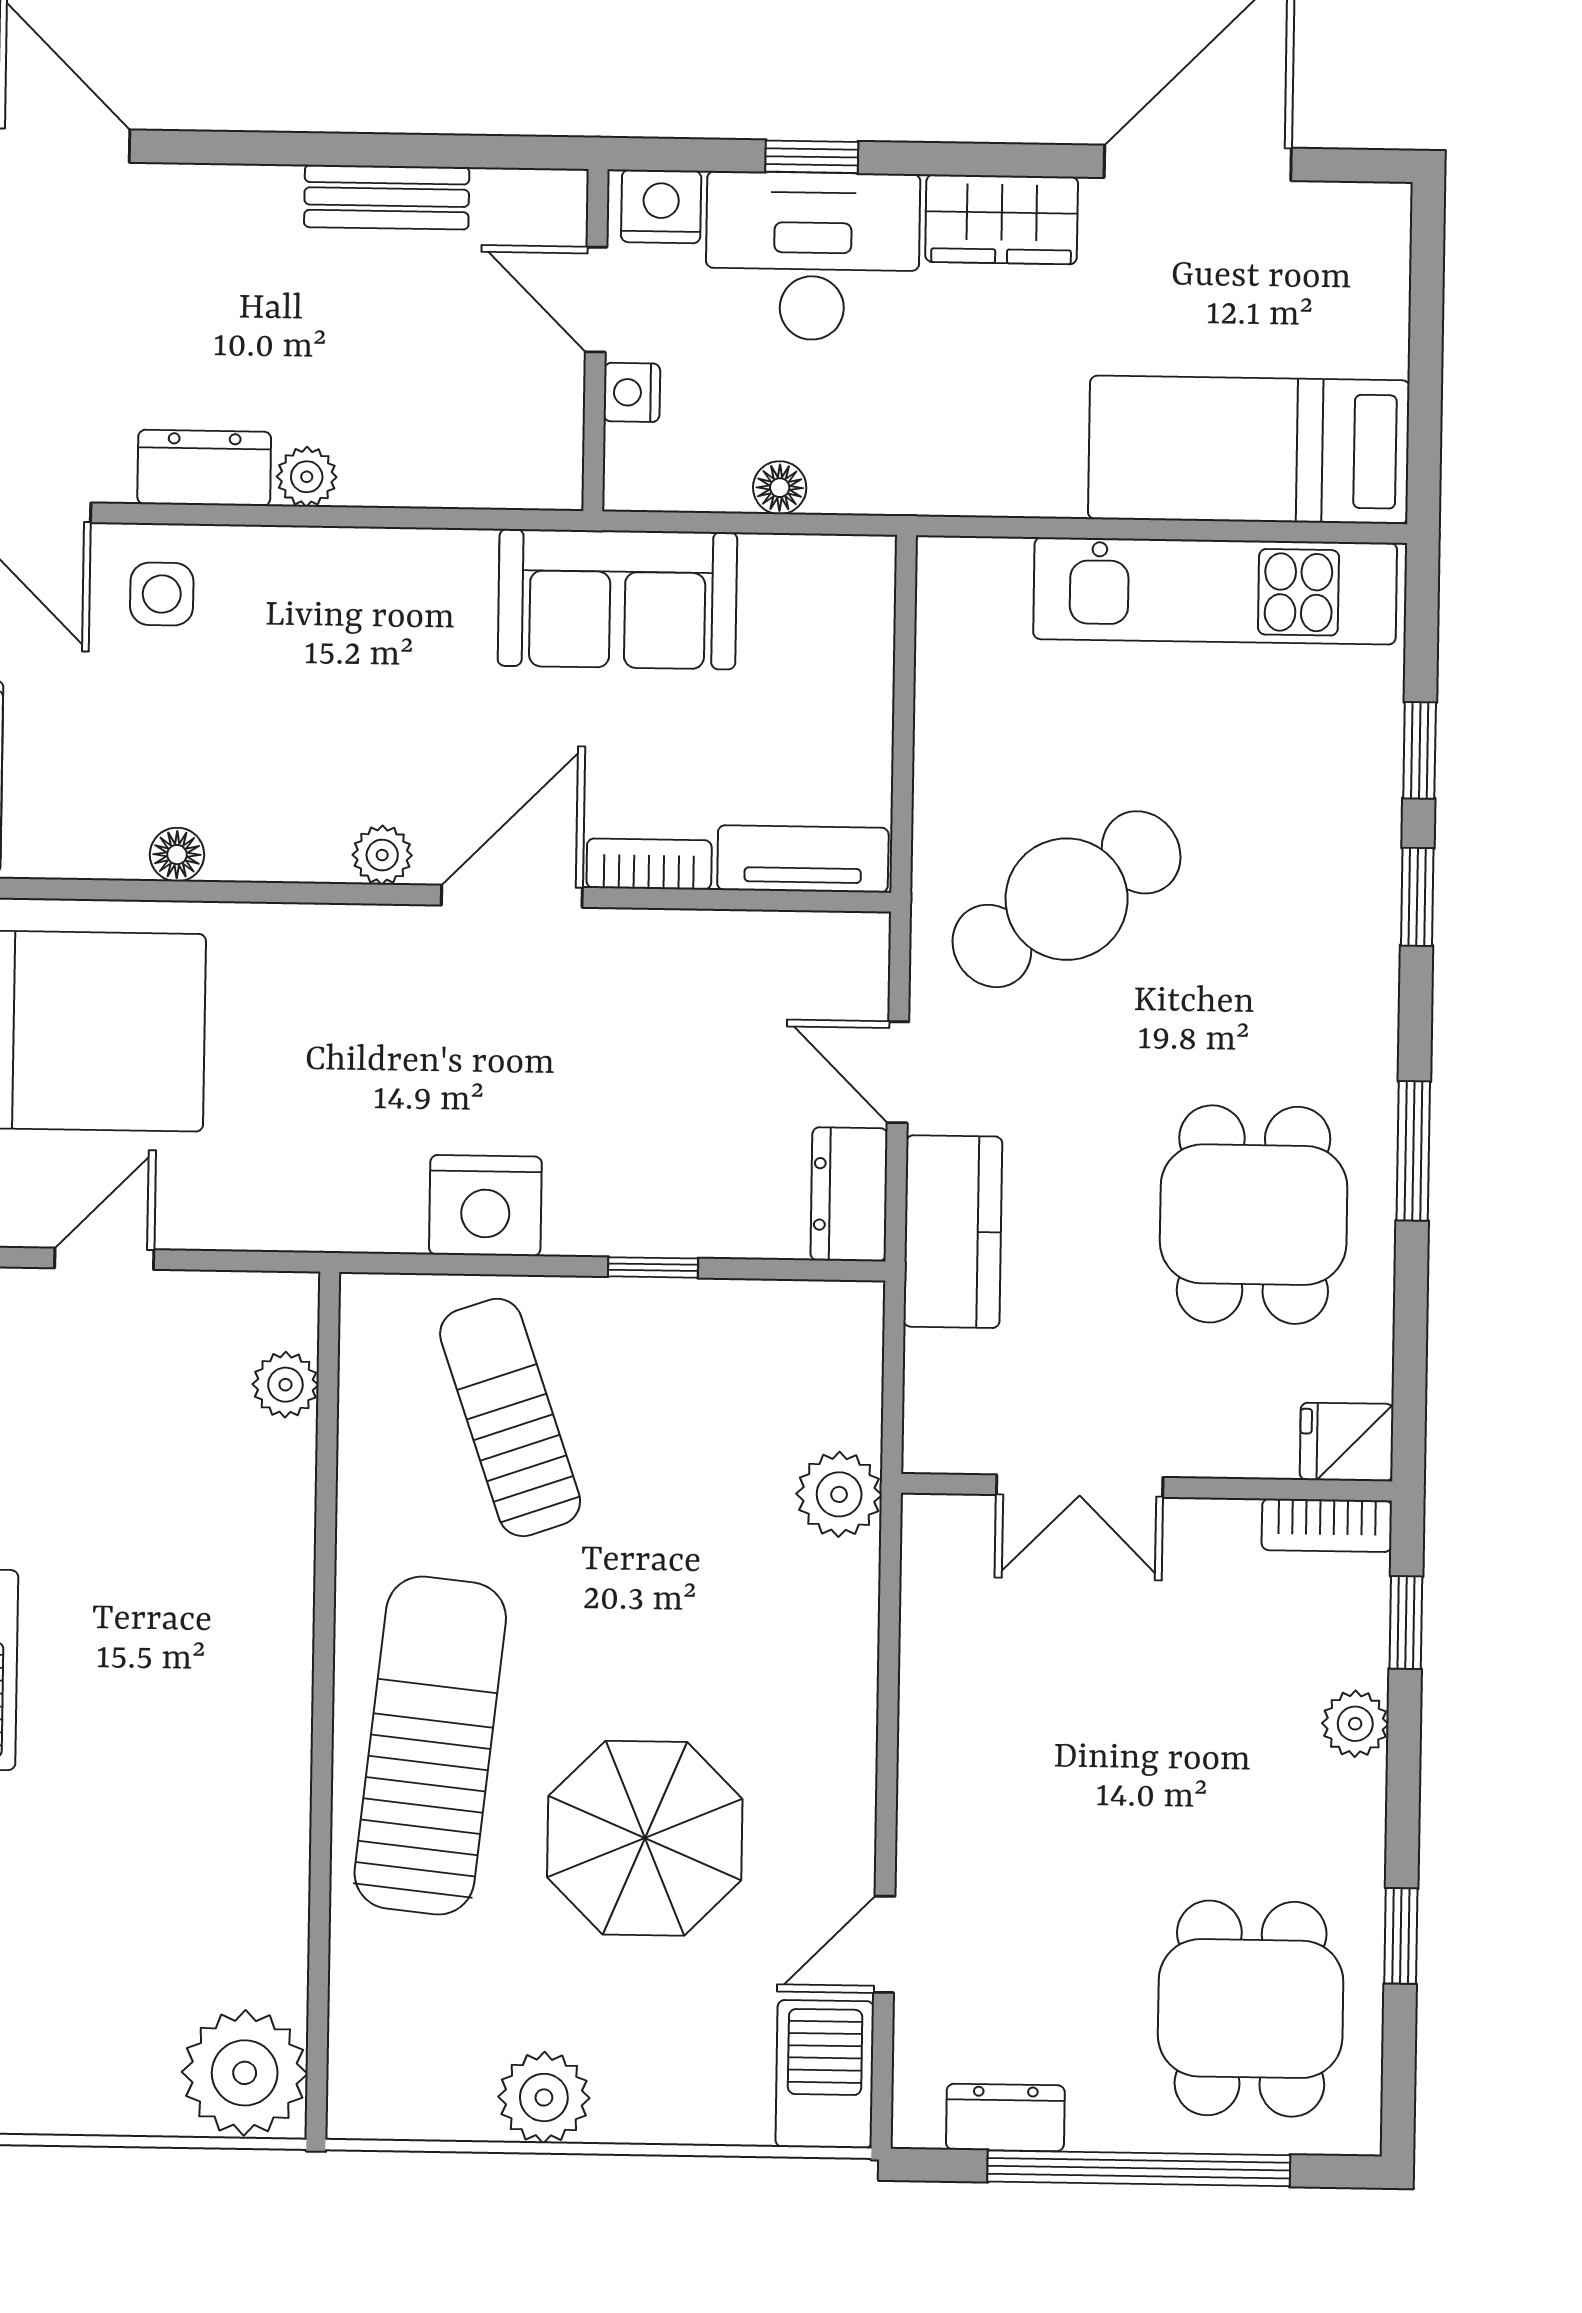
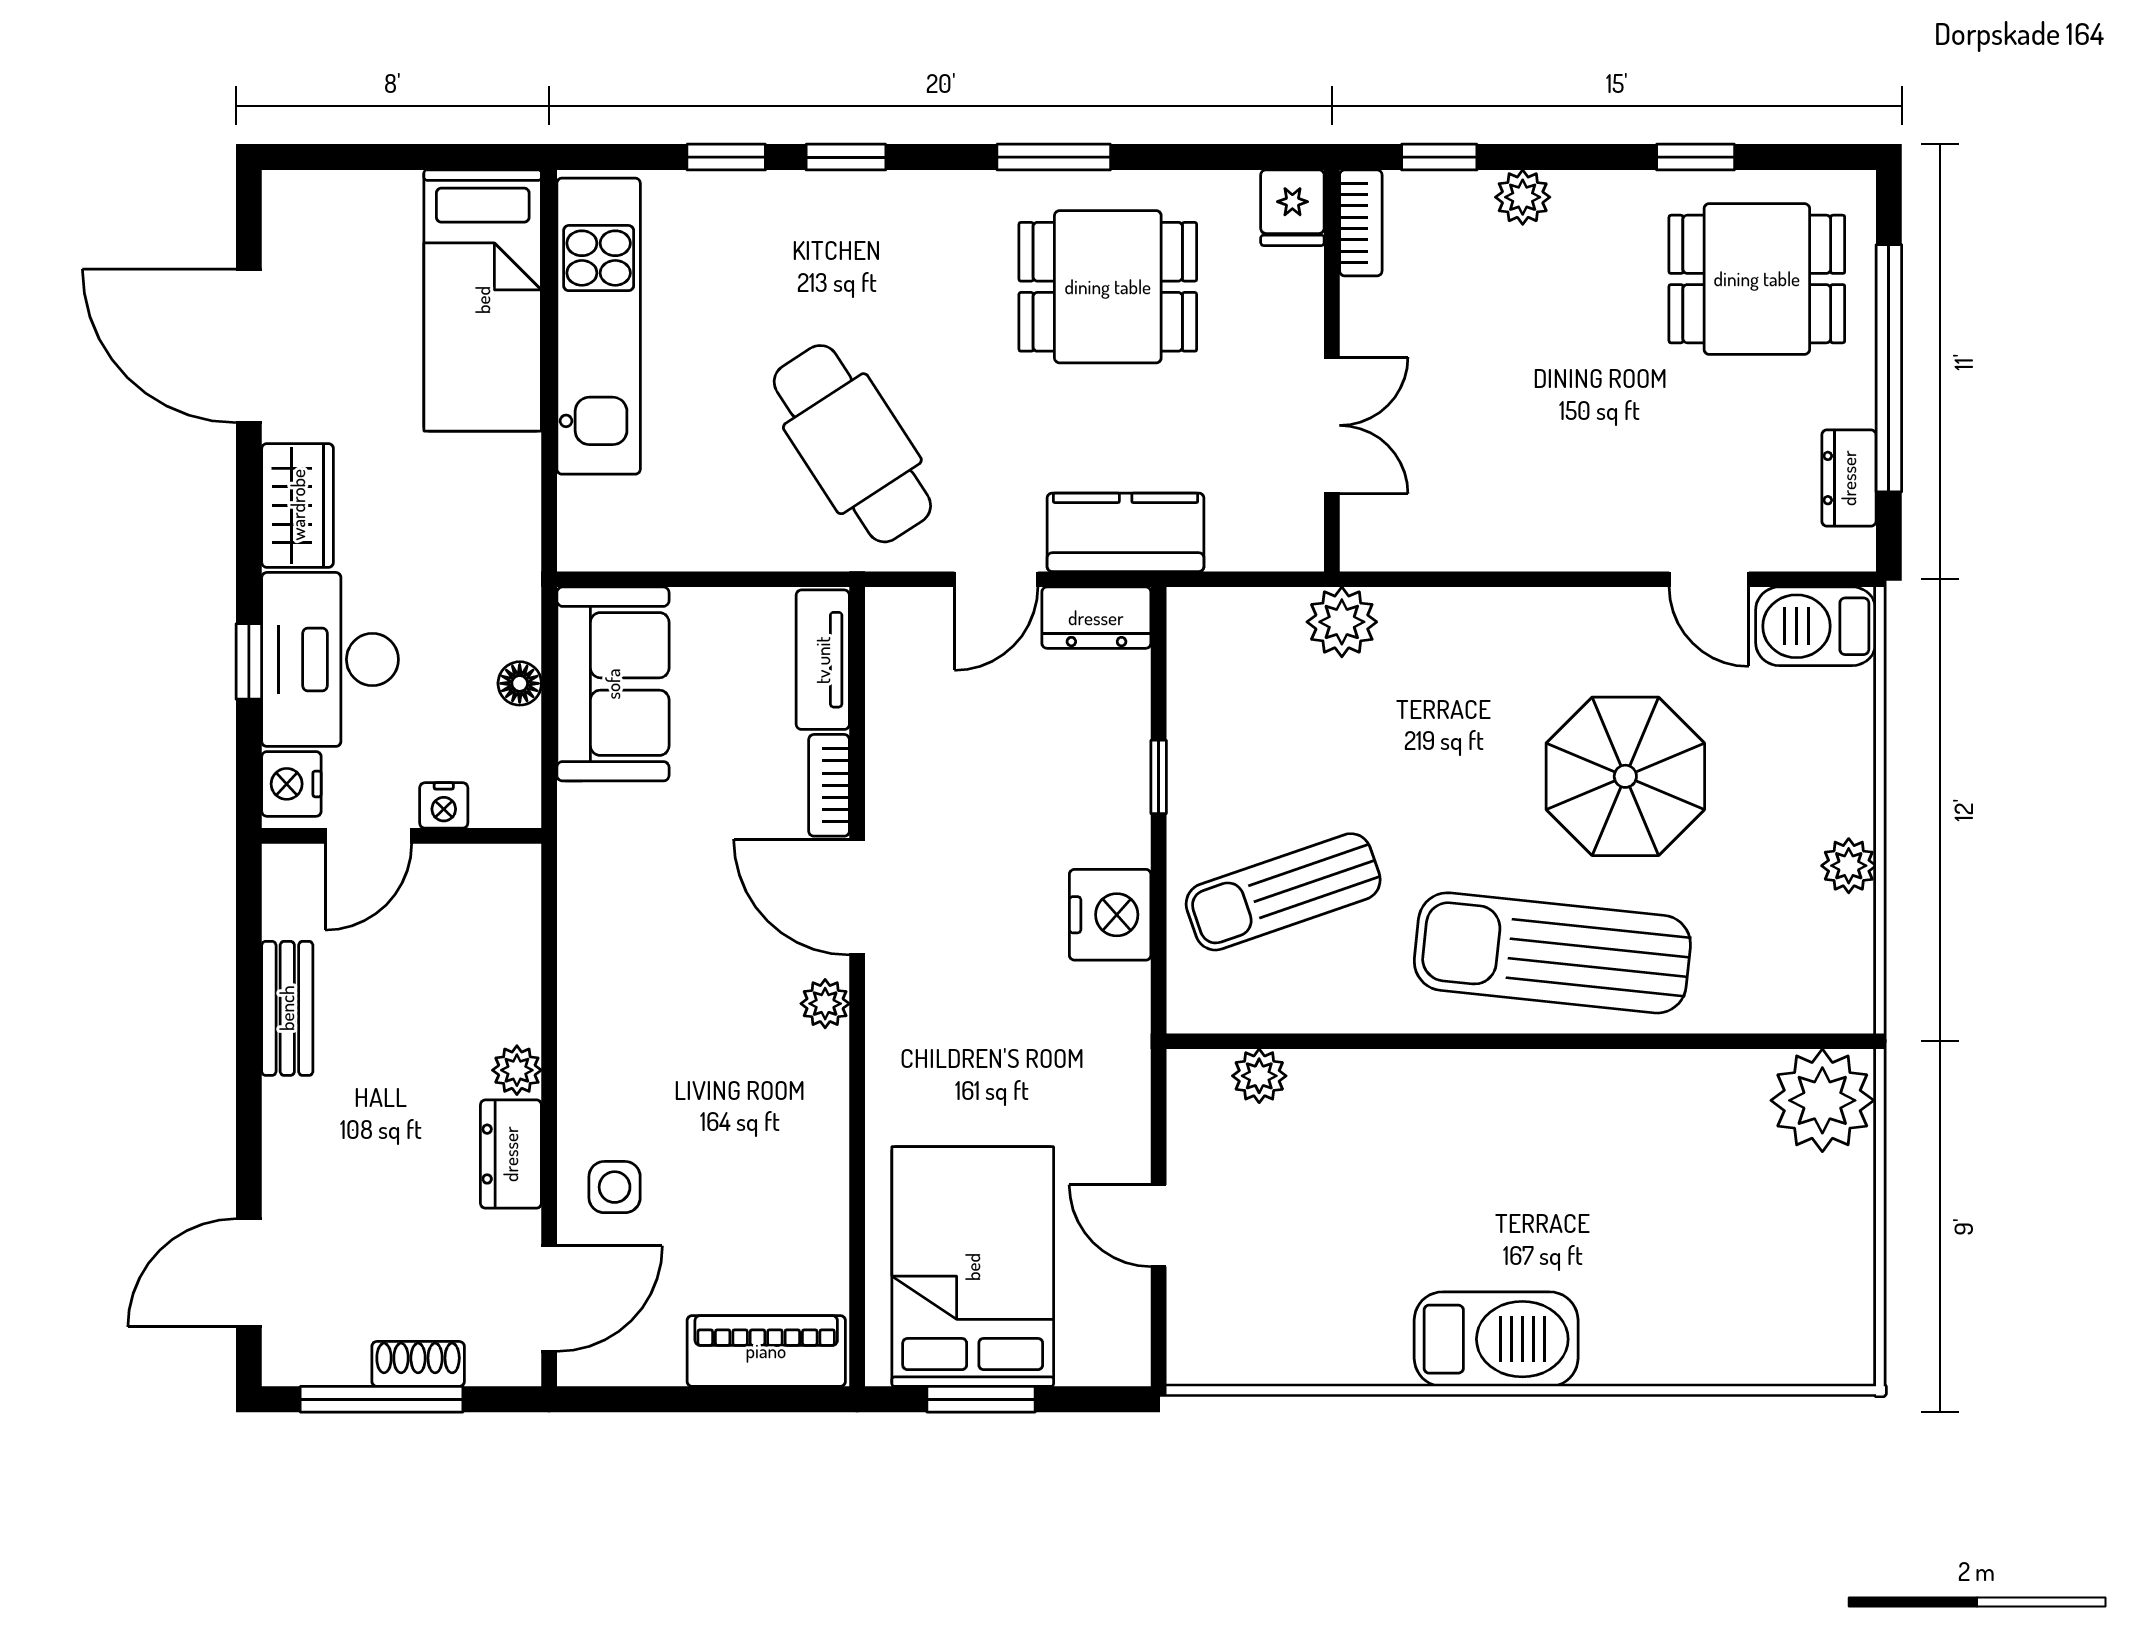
sofa: (617, 599) -> (613, 684), moved
floor lamp: (177, 855) -> (827, 1171), removed
plant: (544, 2097) -> (1849, 866), width x0.73, depth x0.73

